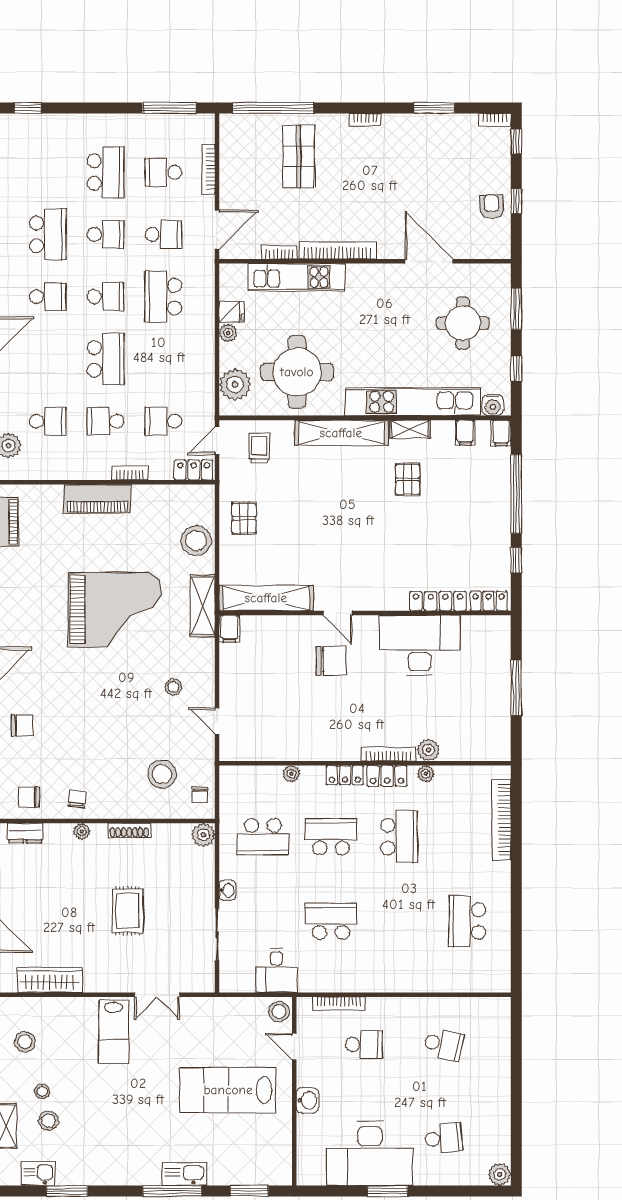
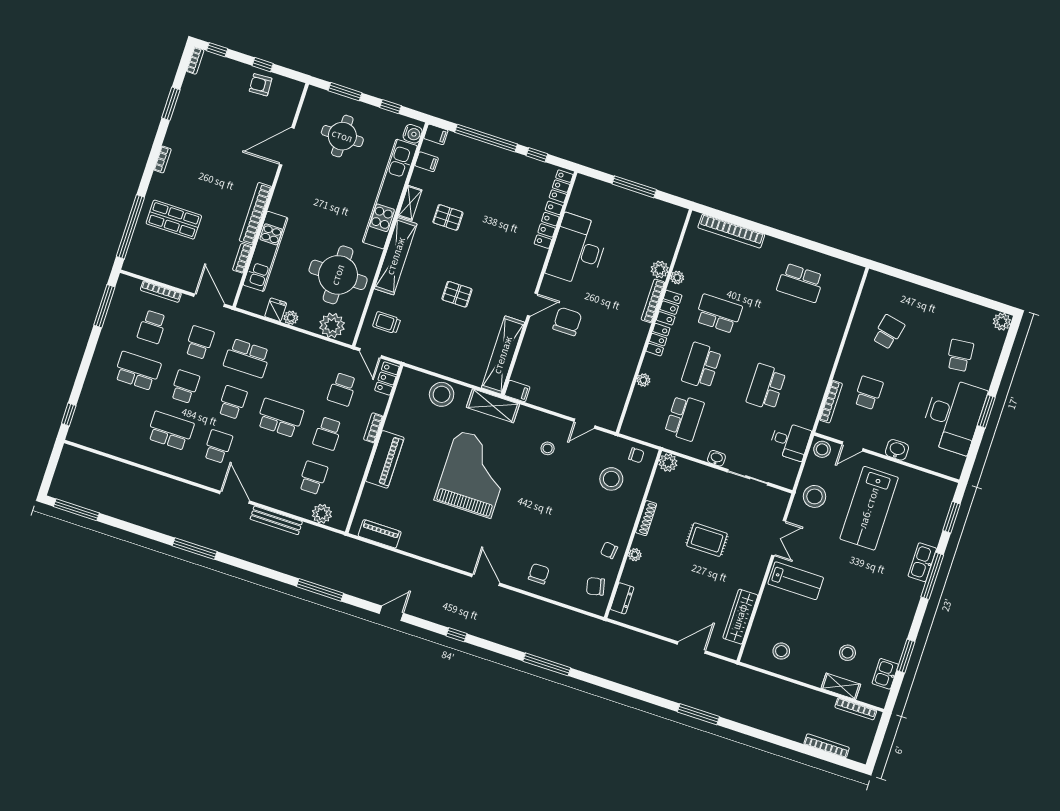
pallet: (244, 518) -> (457, 294), moved
chair: (29, 797) -> (596, 586), turned 77
stool: (42, 1091) -> (815, 496), moved, width x1.89, depth x1.89

